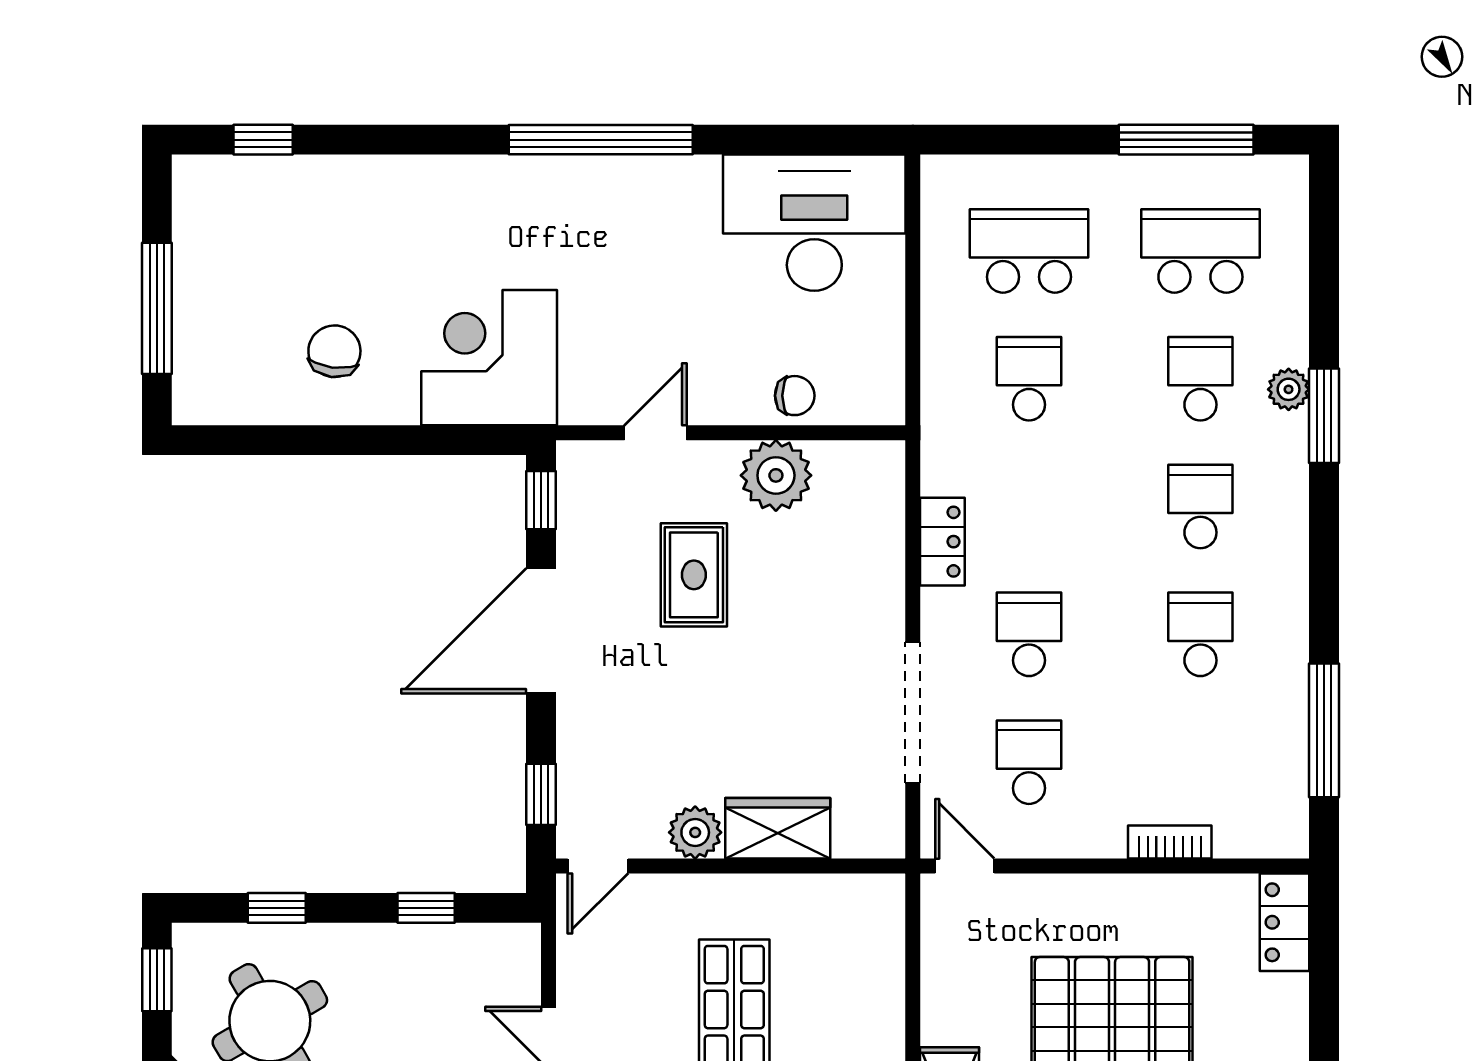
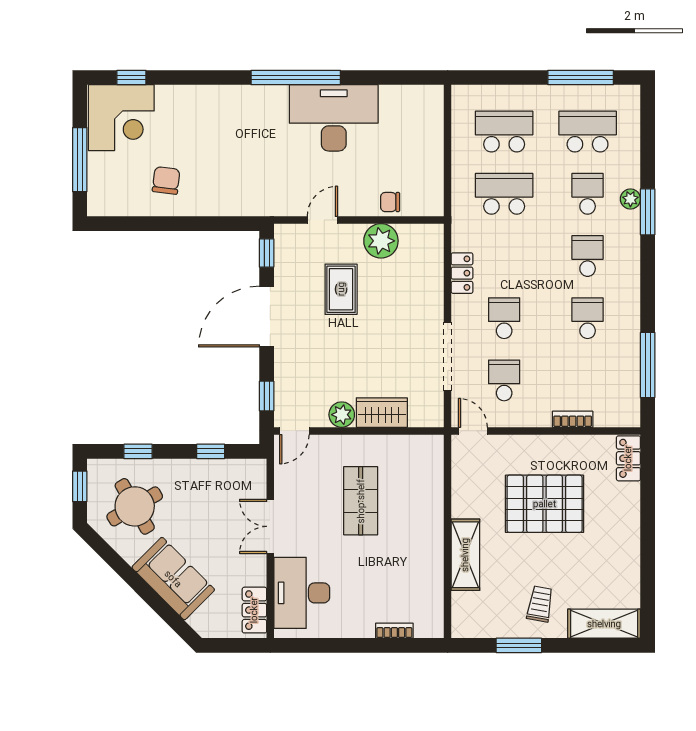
desk: (814, 223) -> (334, 118), moved
corner desk: (489, 358) -> (121, 118), moved, turned 180
school desk: (1029, 379) -> (504, 194), width x1.85
chair: (795, 396) -> (390, 202), turned 180

